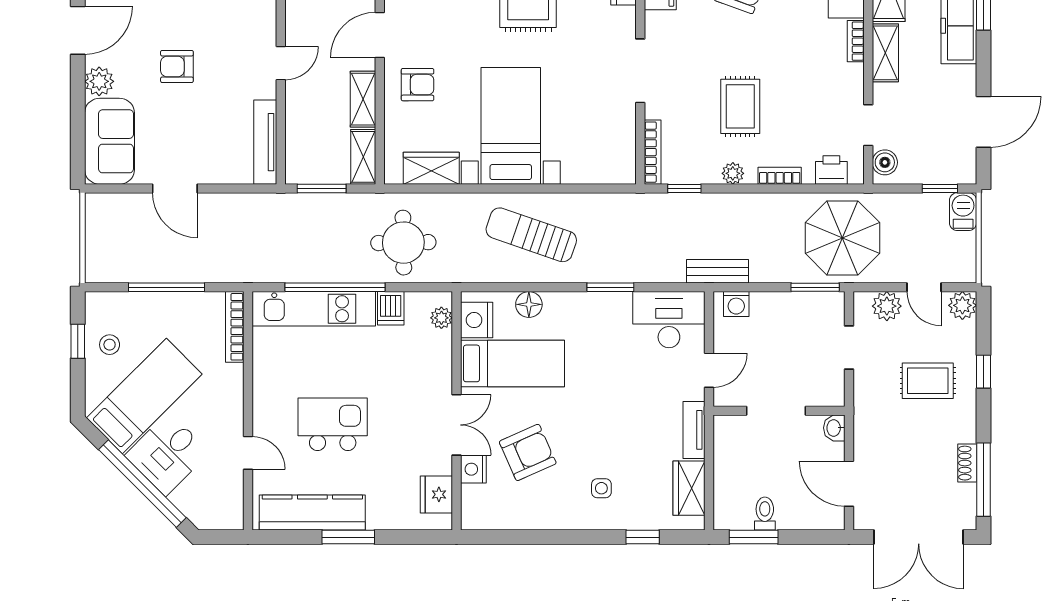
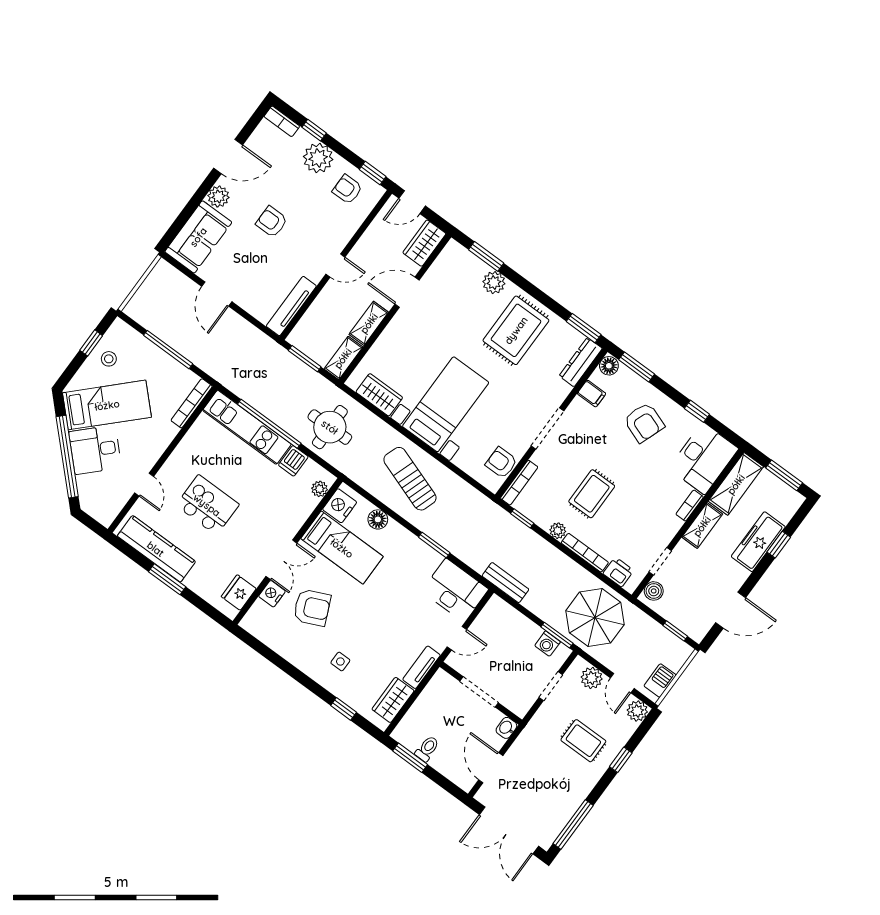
armchair: (417, 85) -> (501, 463), moved, turned 180
bookcase: (780, 176) -> (585, 553), width x1.56
barbecue: (963, 212) -> (660, 681), moved
washing machine: (736, 304) -> (548, 644), moved
shoe rack: (967, 463) -> (571, 807), removed

